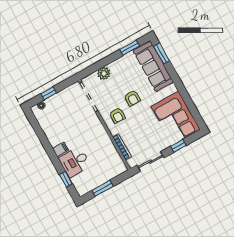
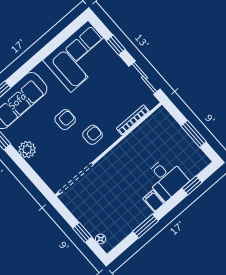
plant: (104, 73) -> (27, 149), moved
window: (44, 140) -> (145, 226), added

